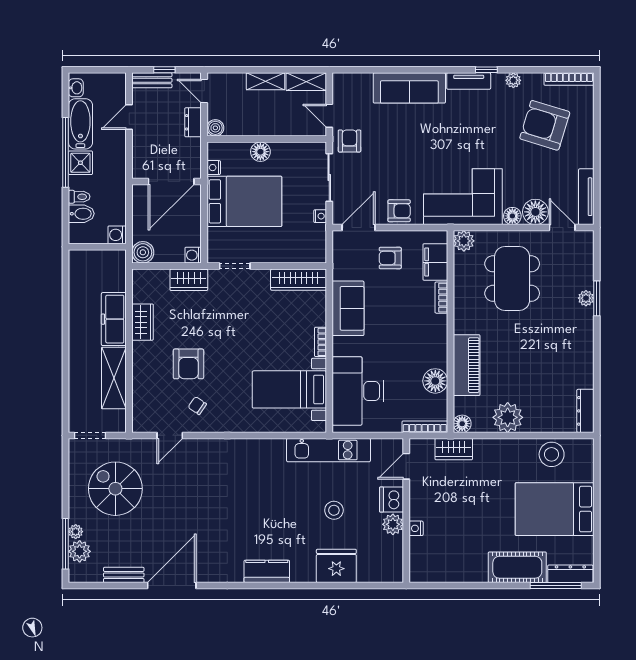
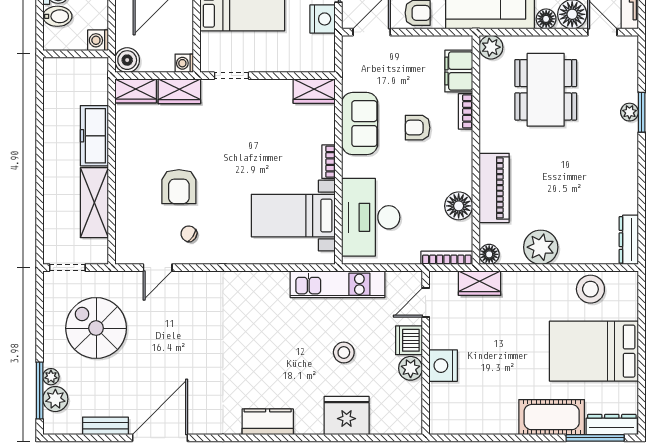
nightstand: (320, 216) -> (323, 19), width x1.89, depth x1.79
armchair: (390, 258) -> (418, 128), moved
wardrobe: (299, 280) -> (314, 91), width x0.67
wardrobe: (143, 322) -> (136, 91), moved, turned 90
nightstand: (416, 528) -> (443, 366), width x1.89, depth x1.79

